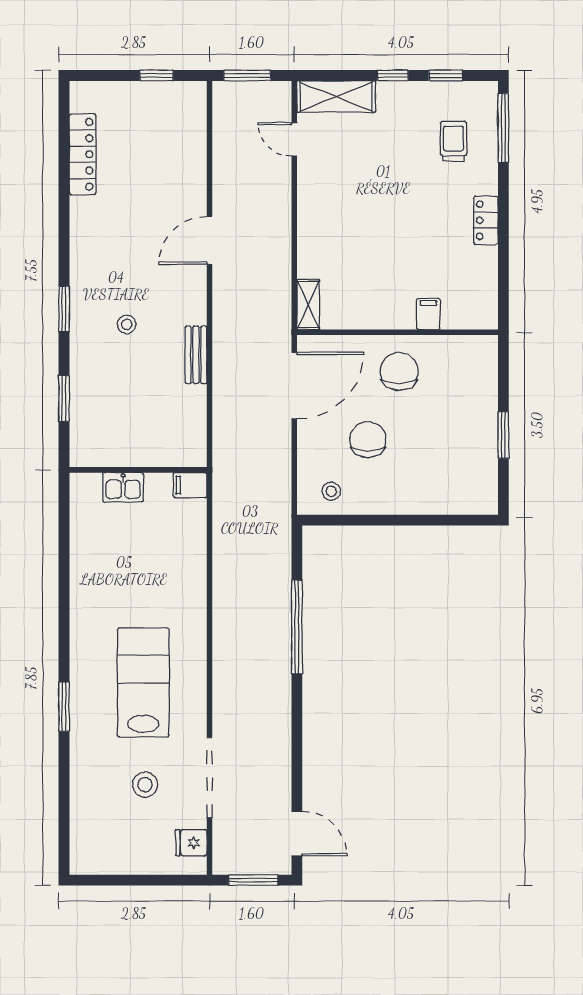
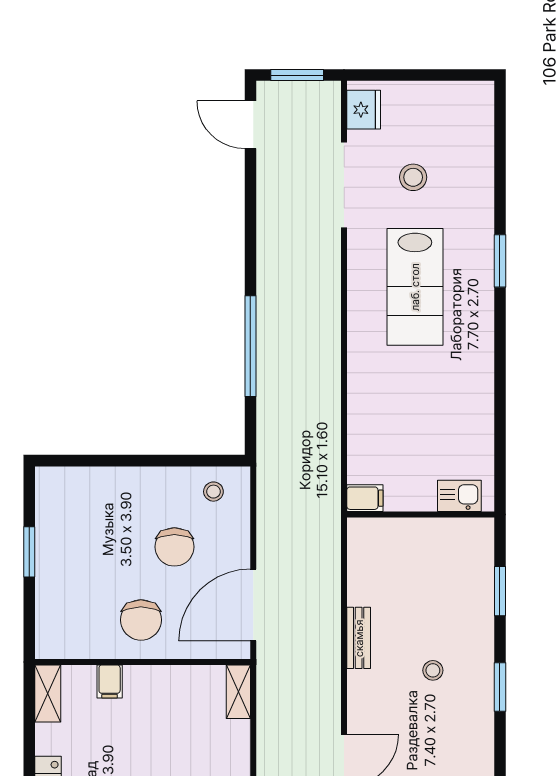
shelving: (486, 303) -> (48, 693), added
kitchen sink: (123, 487) -> (459, 496), moved
fridge: (191, 843) -> (364, 110), width x1.38

